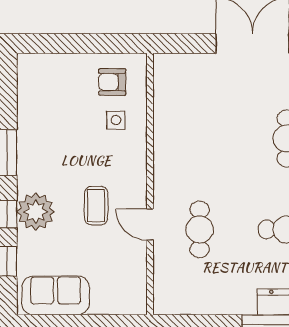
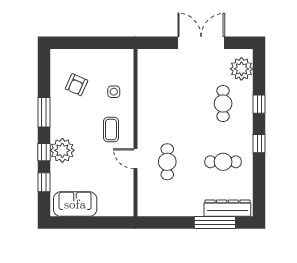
armchair: (112, 82) -> (77, 85), moved, turned -66
coffee table: (96, 206) -> (111, 130), moved

